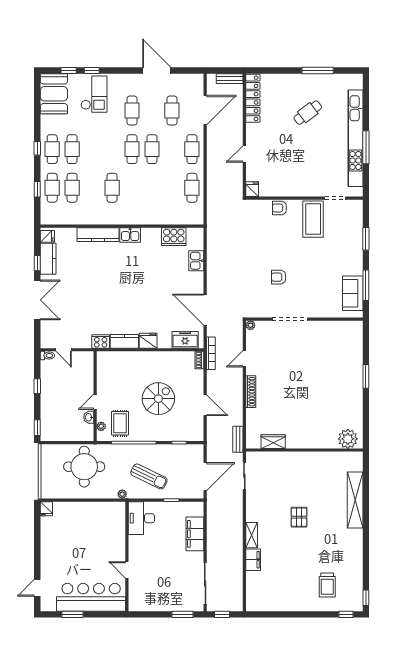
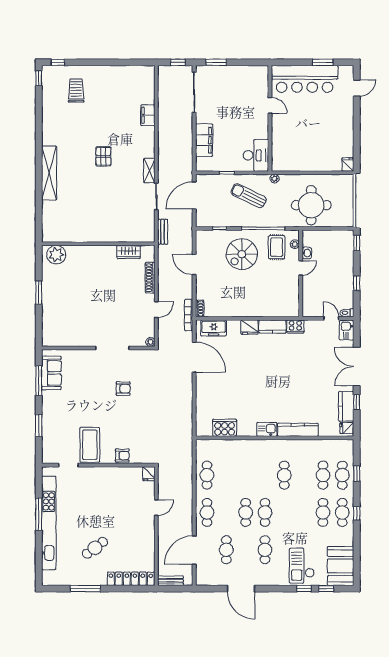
locker: (253, 98) -> (131, 579), moved, turned 90
kitchen sink: (196, 261) -> (347, 330), moved, turned 180
spiral stairs: (158, 399) -> (242, 254), moved
plant: (348, 439) -> (56, 255), moved
wardrobe: (273, 442) -> (129, 252), moved
wall: (304, 450) -> (98, 244), moved
shelving: (252, 535) -> (149, 170), moved

